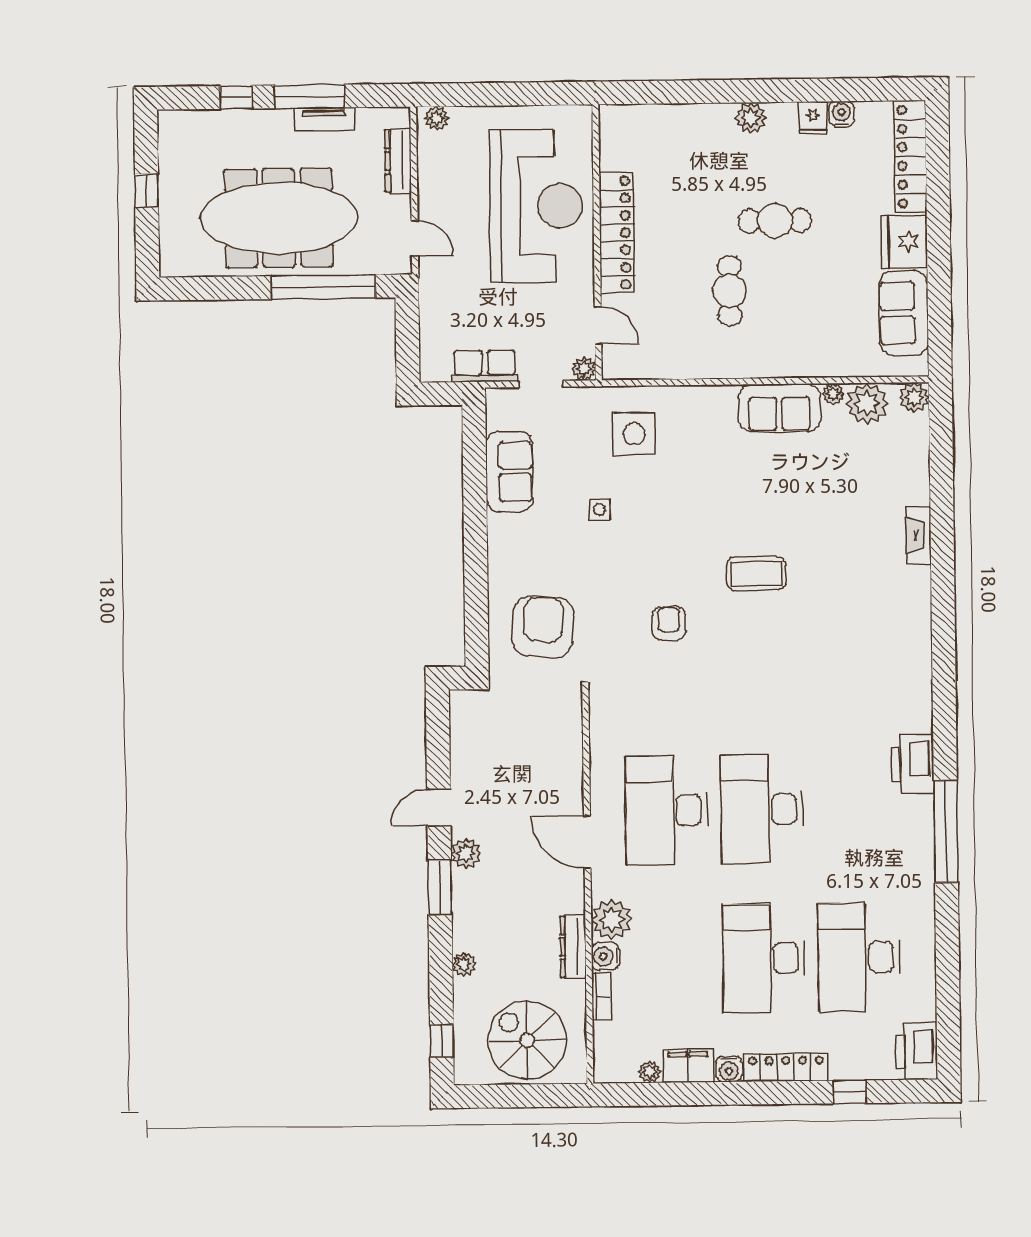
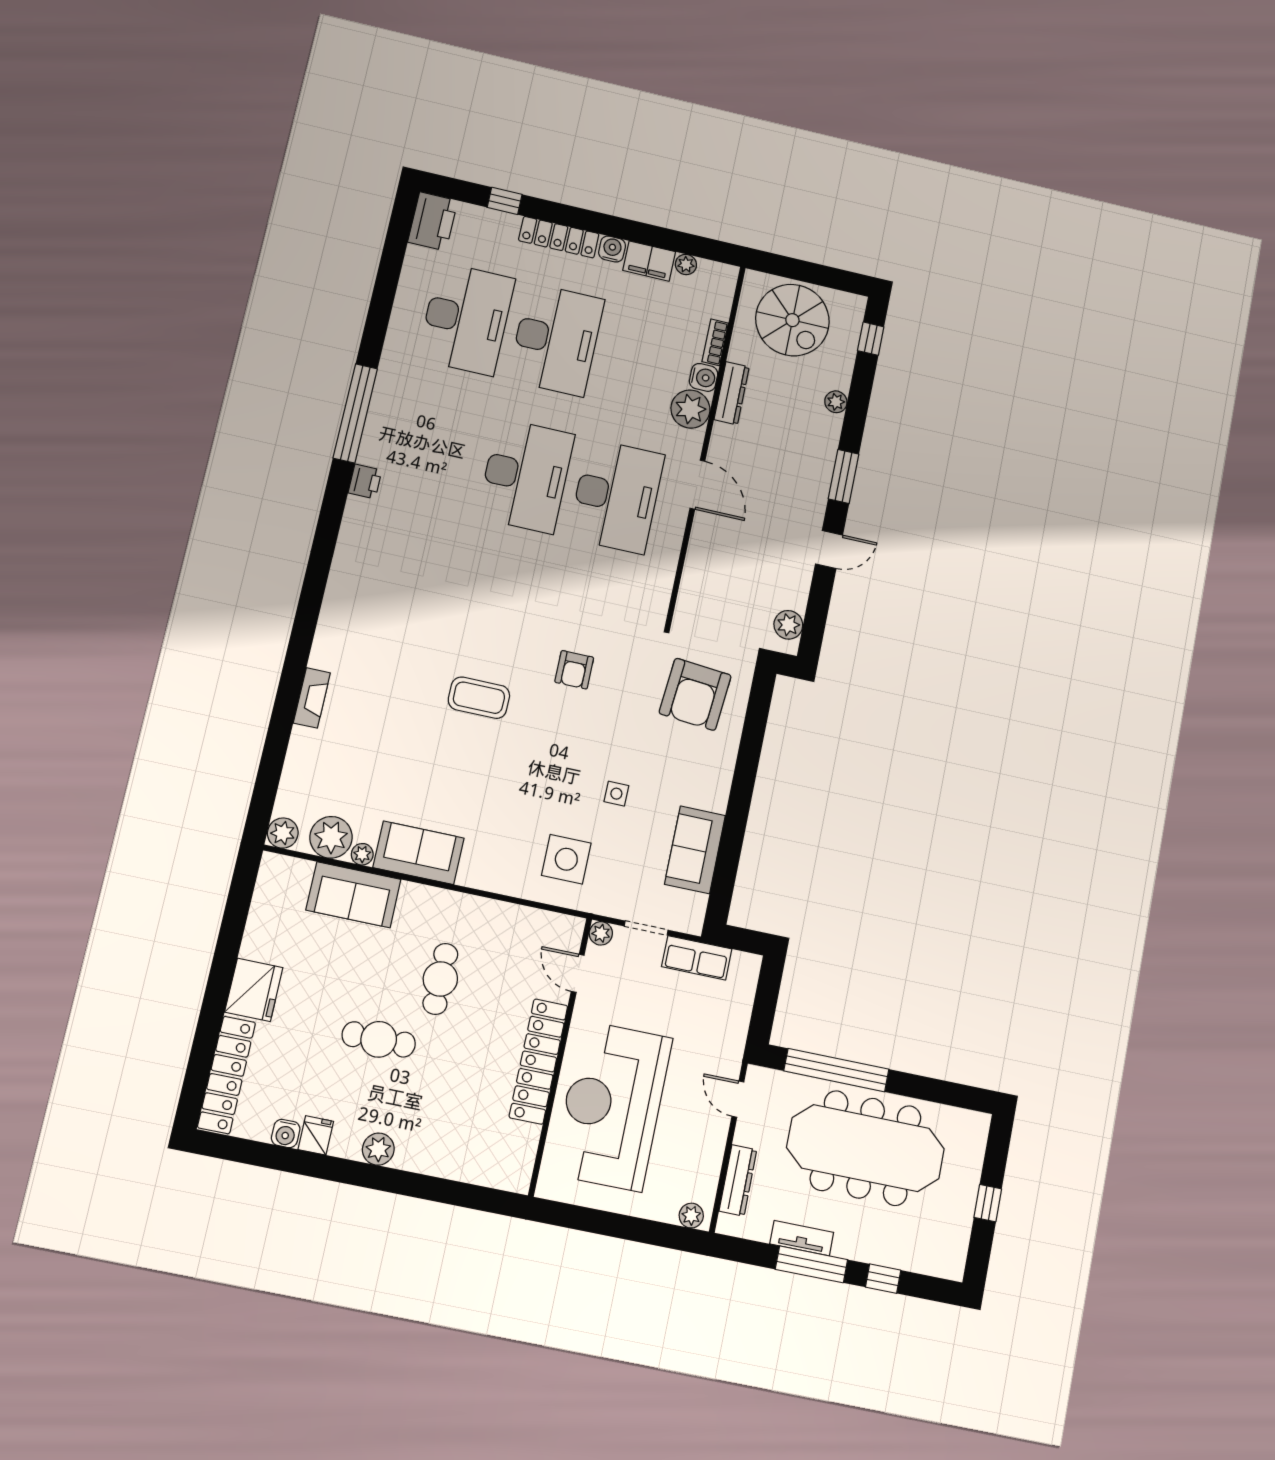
sofa: (904, 313) -> (353, 895), moved, turned 90
printer: (913, 764) -> (365, 481), width x0.53, depth x0.68
plant: (466, 853) -> (788, 625), moved

